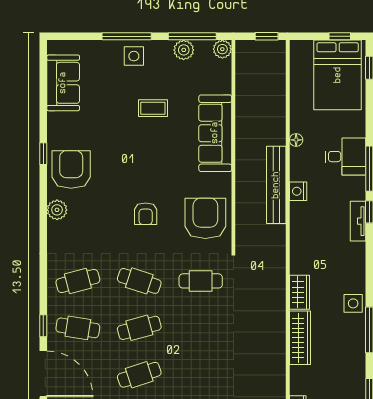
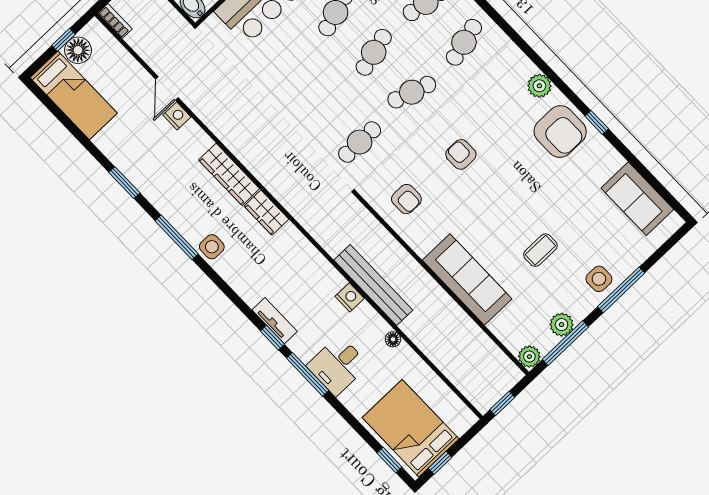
armchair: (205, 218) -> (406, 199), width x0.53, depth x0.53

